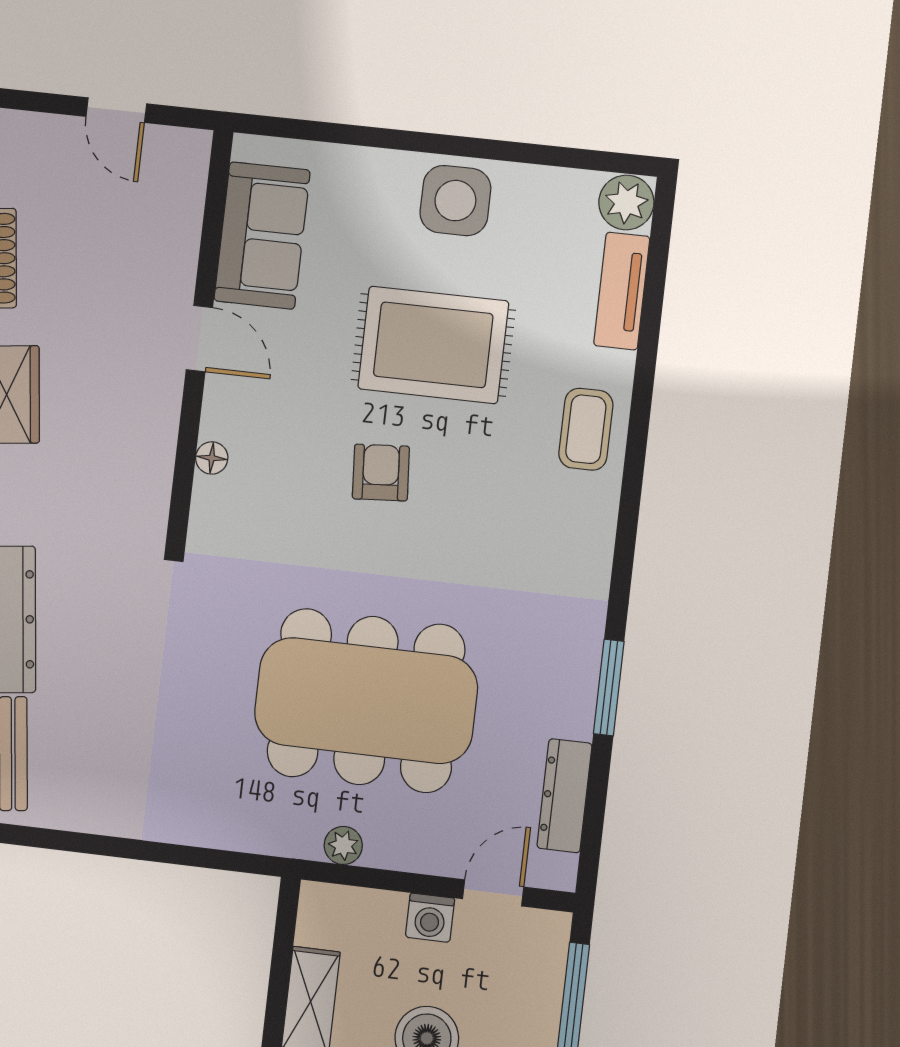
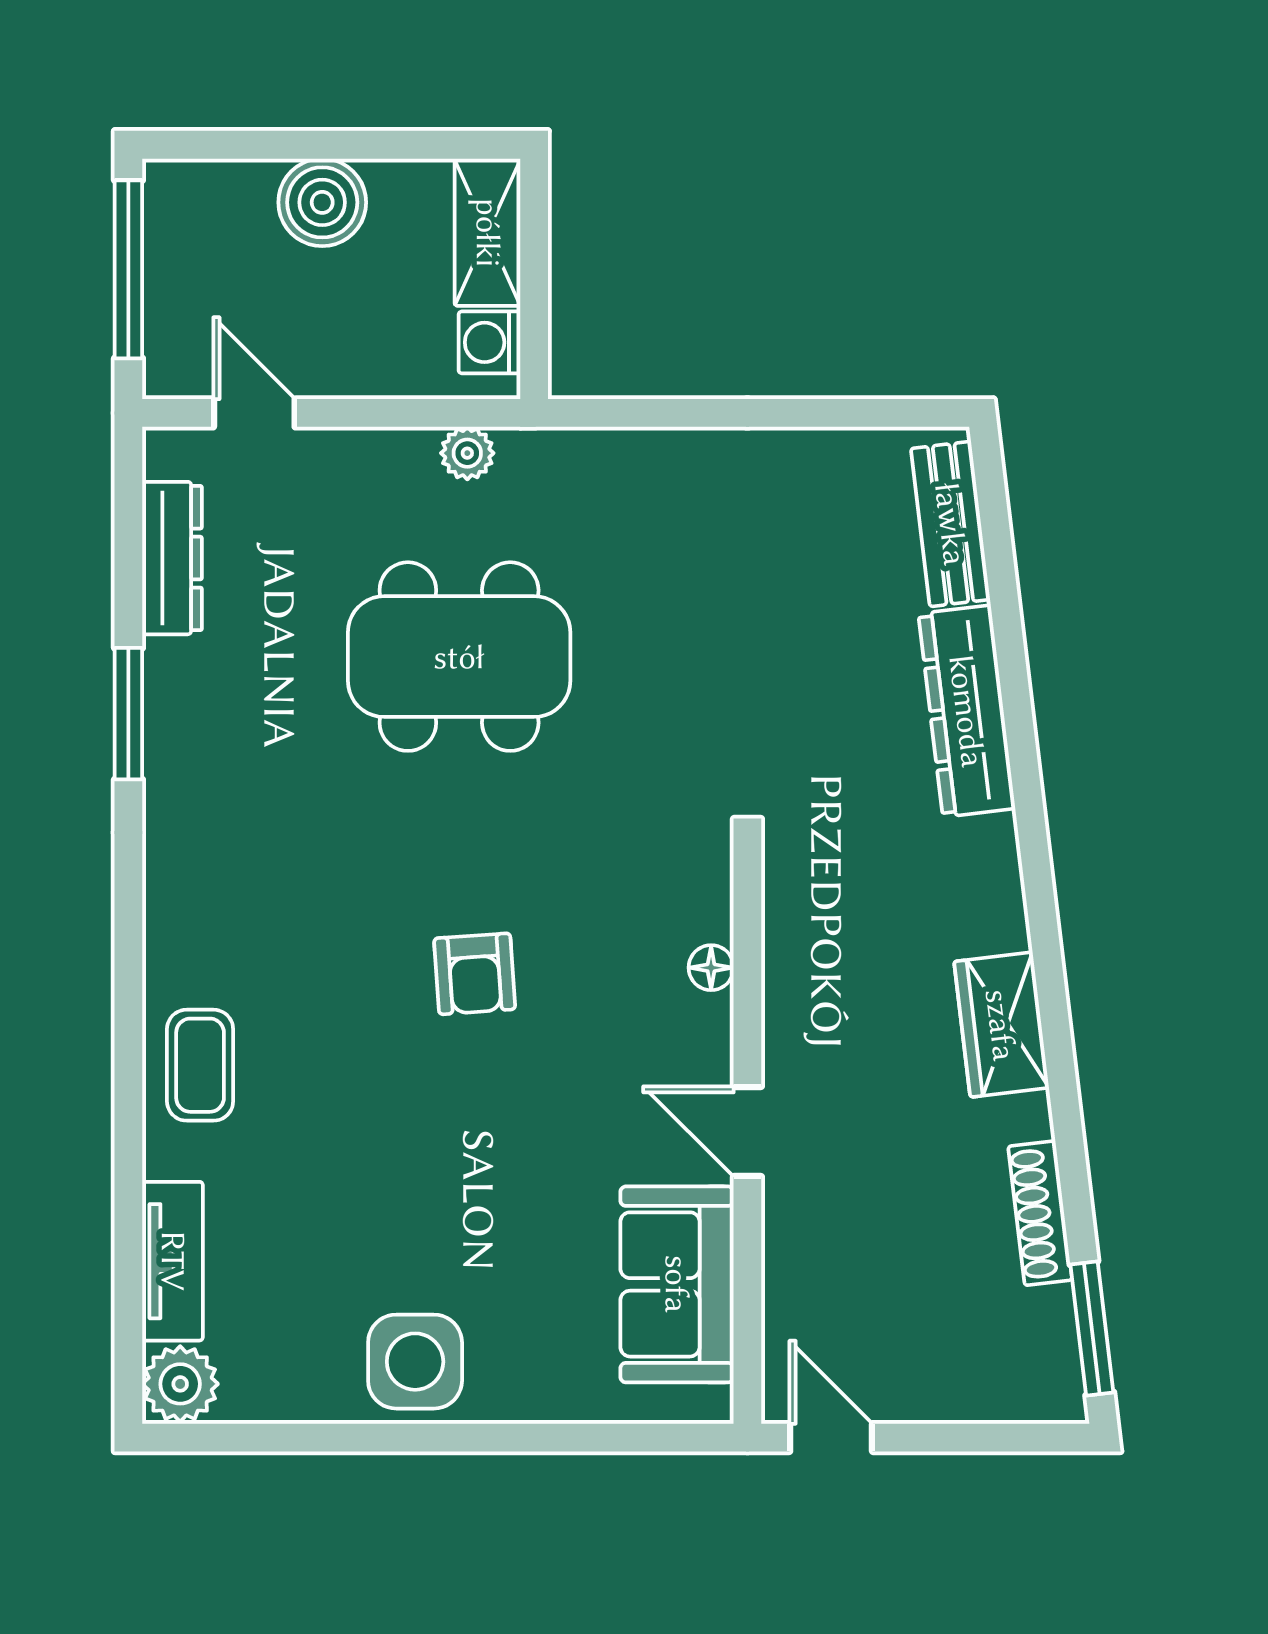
door: (116, 110) -> (831, 1438), moved
rug: (433, 345) -> (423, 1158), removed
dining table: (366, 701) -> (459, 657), width x0.73, depth x0.80
door: (493, 893) -> (254, 413), swing flipped
washing machine: (430, 918) -> (490, 342), moved, turned -90

